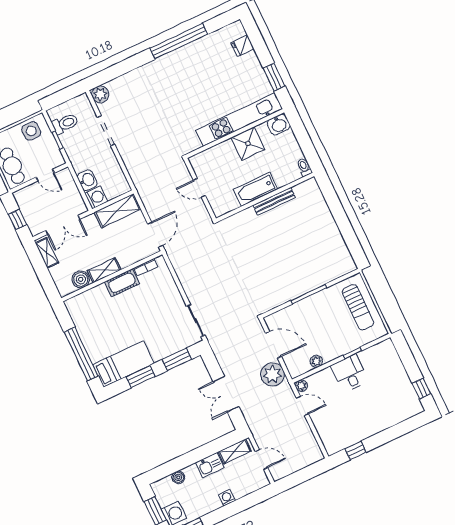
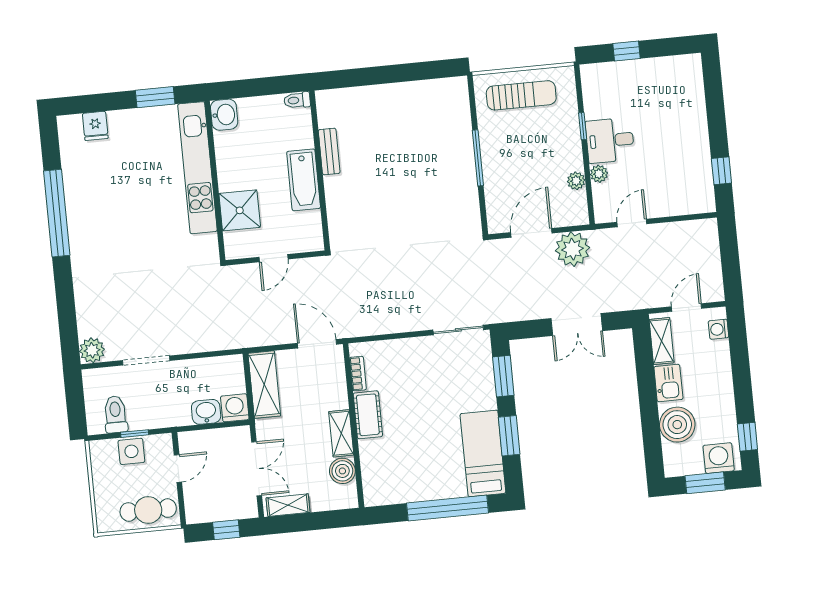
side table: (31, 131) -> (131, 451), moved
shower: (248, 144) -> (240, 210), moved
bench: (274, 201) -> (329, 151), width x0.73
plant: (301, 386) -> (599, 174), moved
window: (421, 389) -> (627, 51), moved
boiler: (178, 477) -> (677, 425), width x1.86, depth x1.86
washing machine: (227, 498) -> (718, 329), moved

